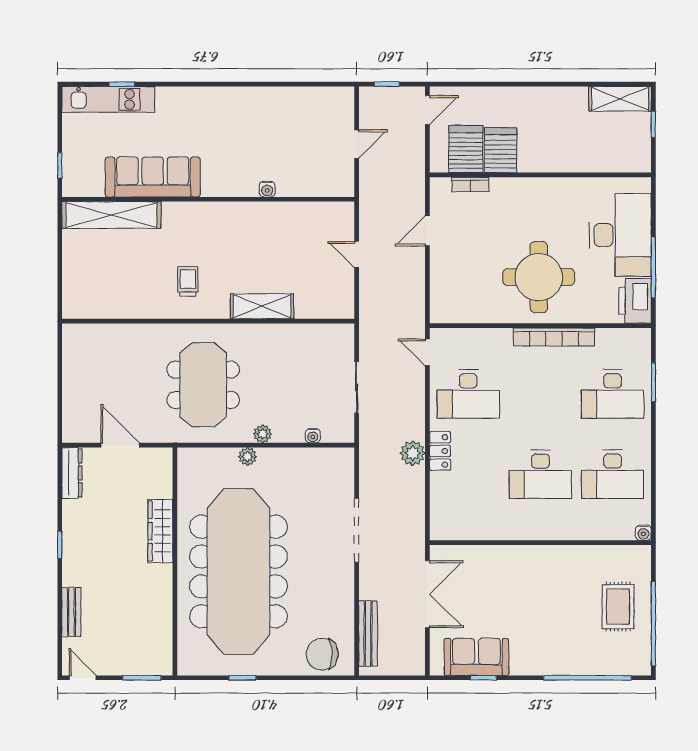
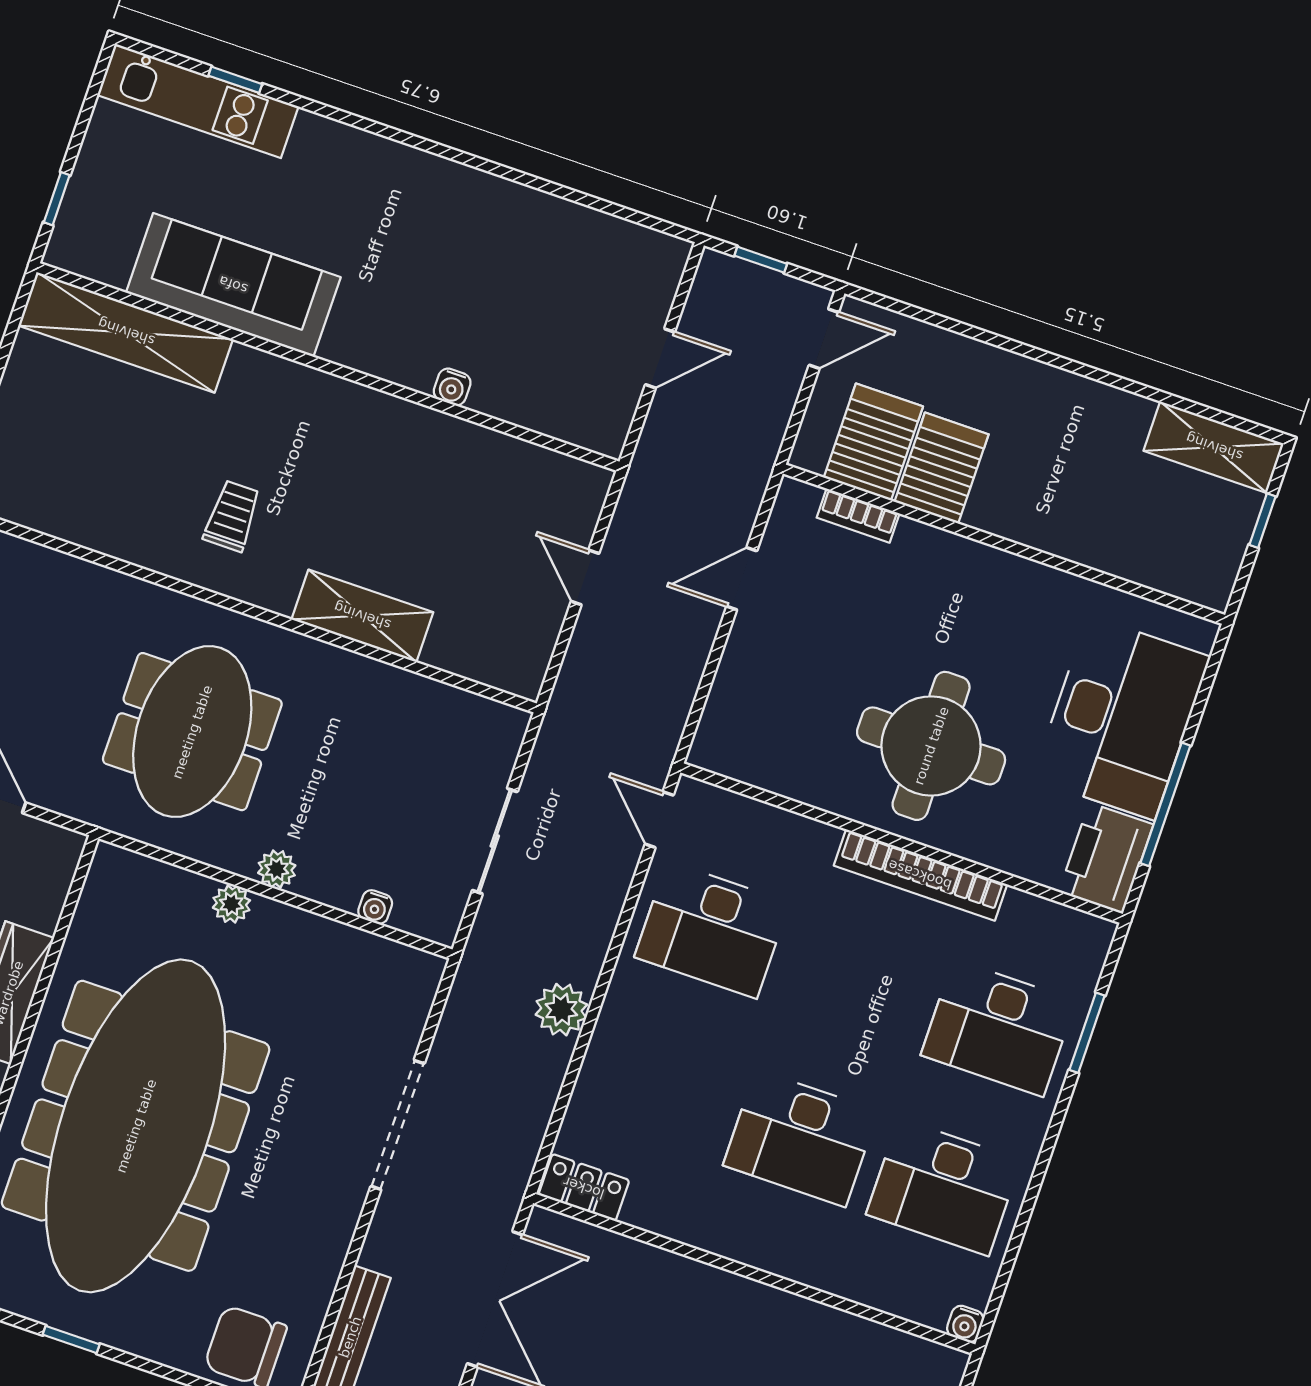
locker: (440, 451) -> (584, 1188), moved, turned -90

